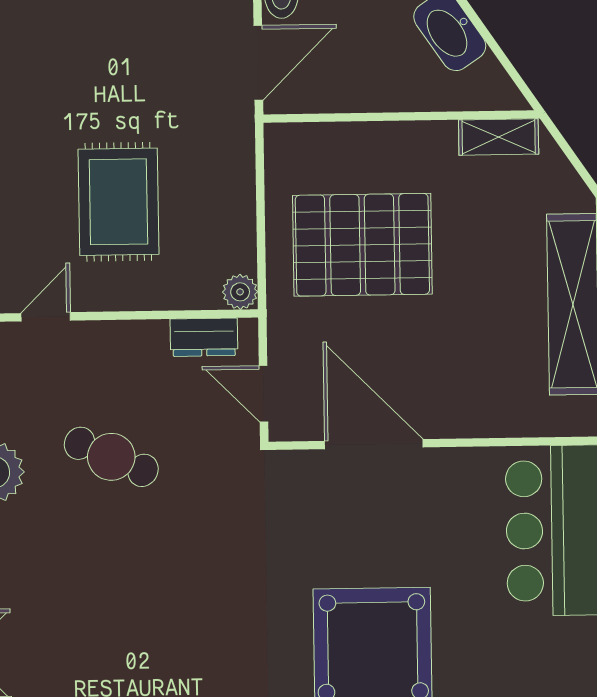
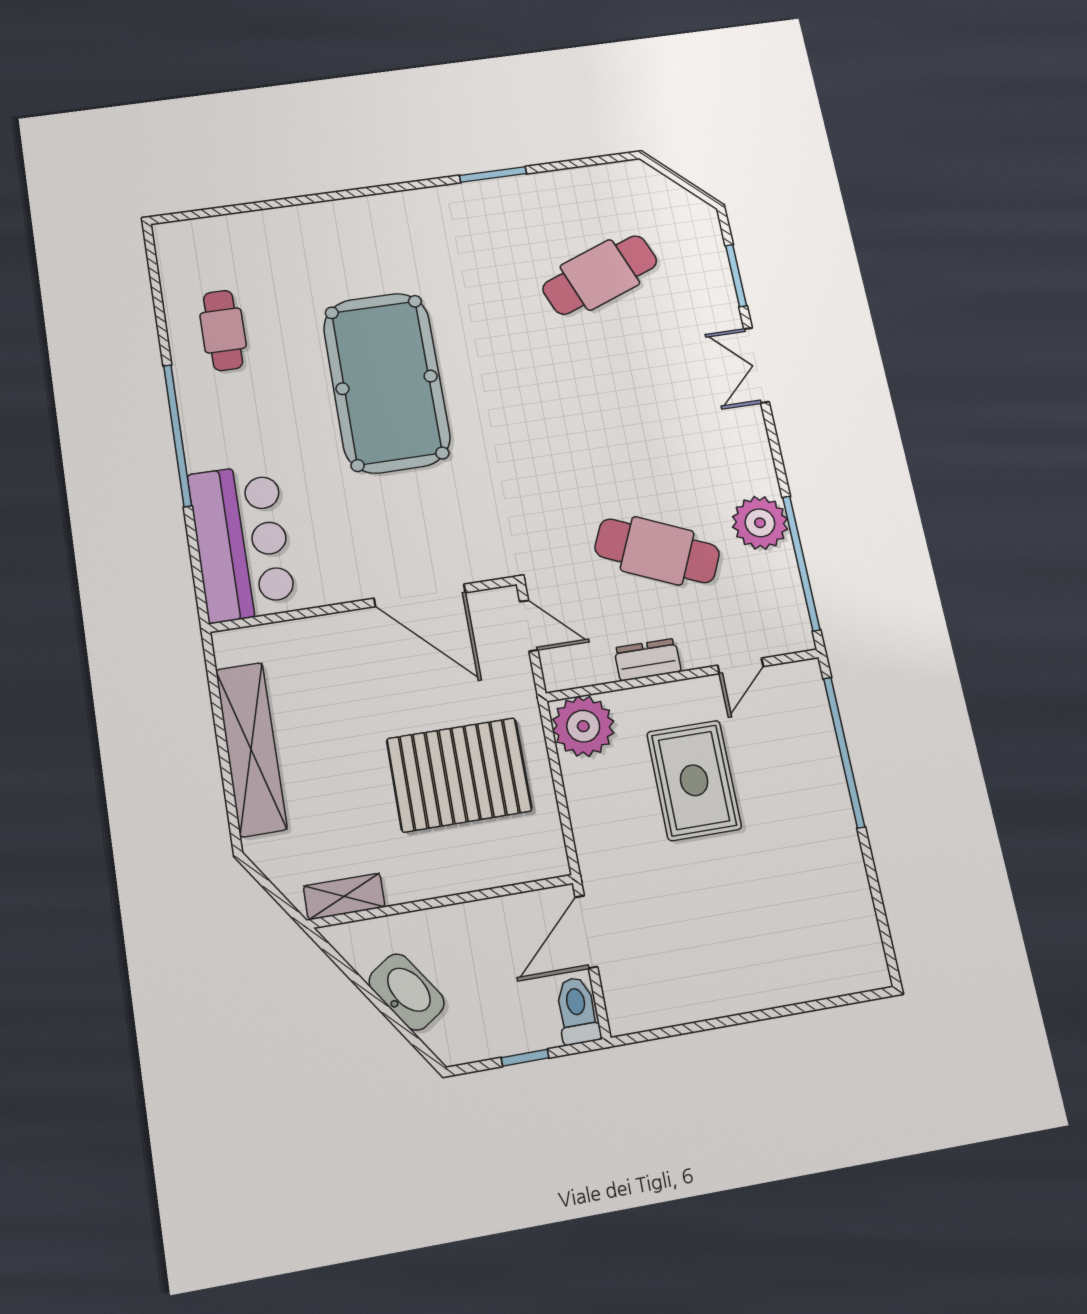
plant: (240, 292) -> (583, 726), width x1.87, depth x1.87
dresser: (204, 337) -> (648, 660), moved
cafe table: (111, 457) -> (657, 551), width x1.37, depth x1.35

